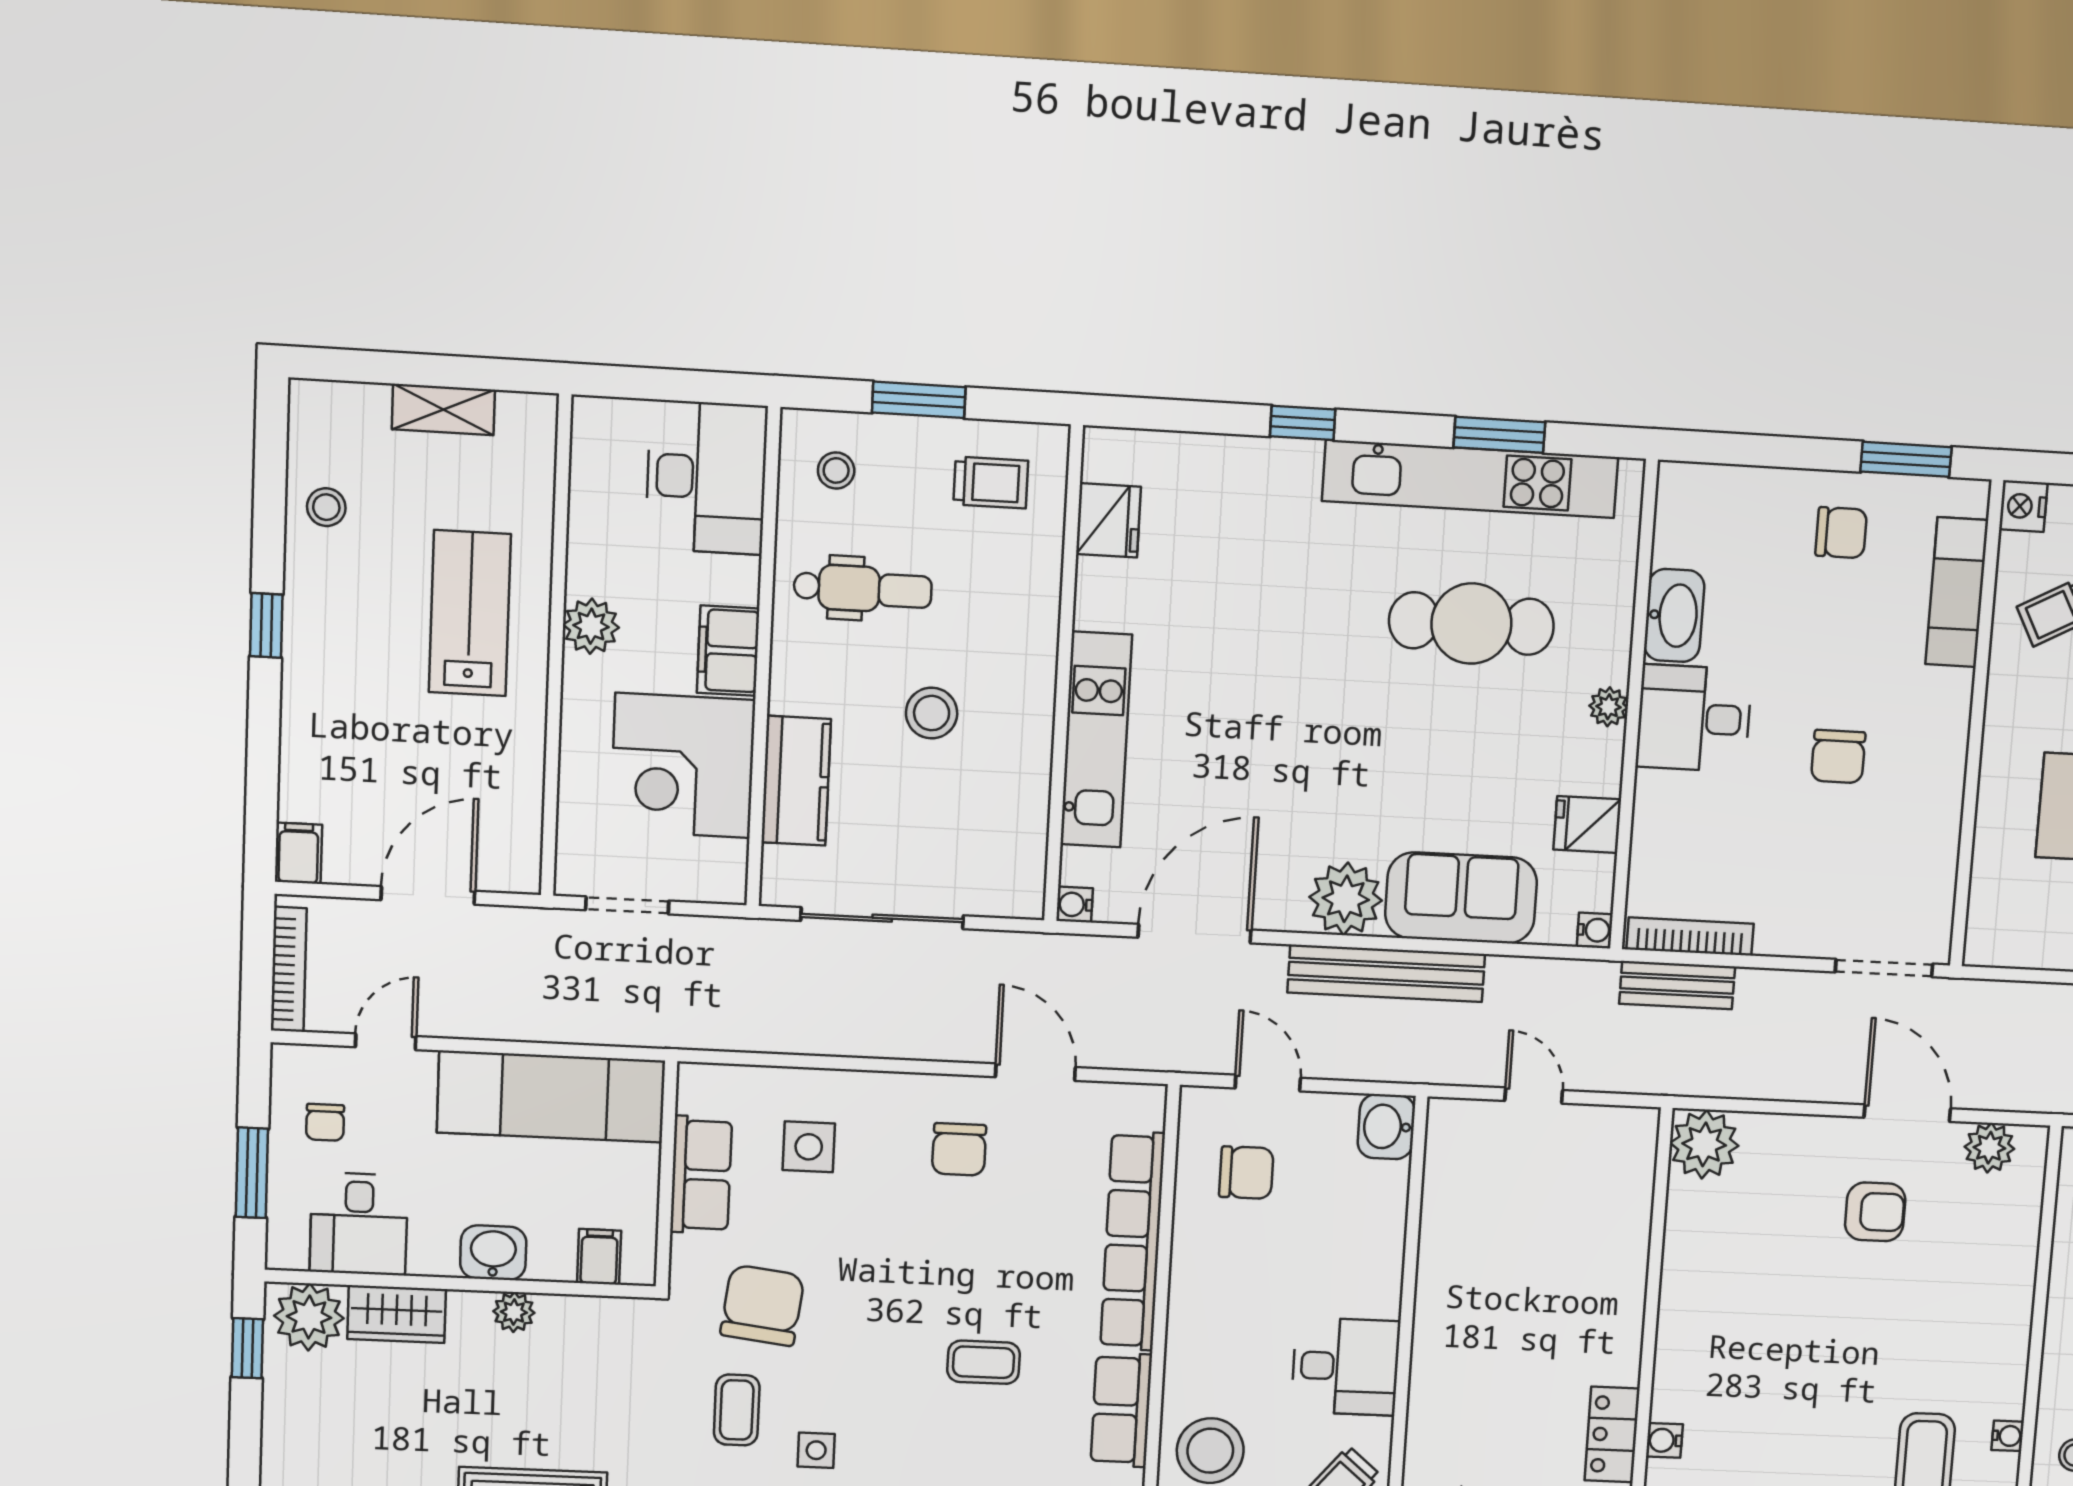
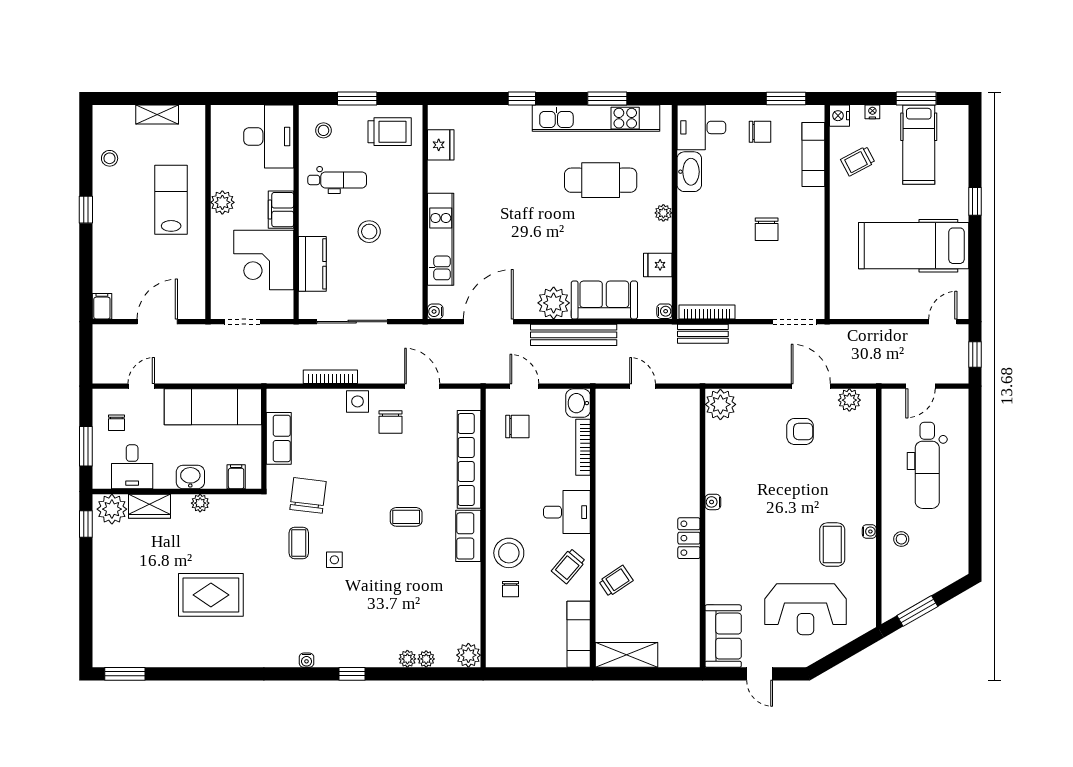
trolley: (991, 483) -> (390, 132), width x1.36, depth x1.39
desk: (1694, 718) -> (701, 127), moved
bookcase: (289, 969) -> (330, 377), moved, turned -90
side table: (809, 1147) -> (358, 401), moved
bookcase: (1391, 1225) -> (583, 447), added
water cooler: (1664, 1440) -> (713, 502), moved

